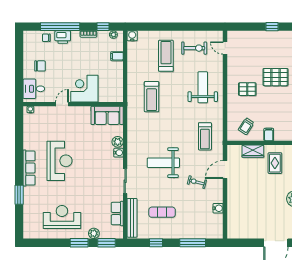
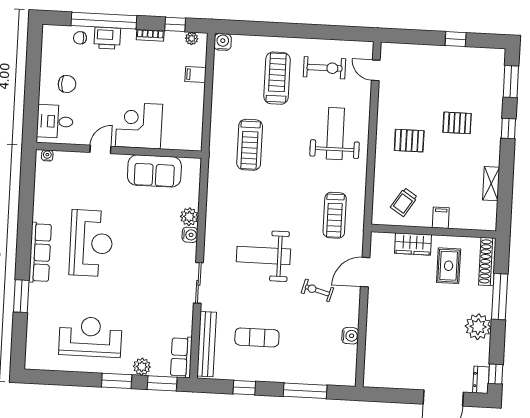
pallet: (276, 77) -> (457, 123), width x0.67, depth x0.71
sofa: (107, 115) -> (154, 171), moved
row of seats: (117, 214) -> (181, 357), moved

